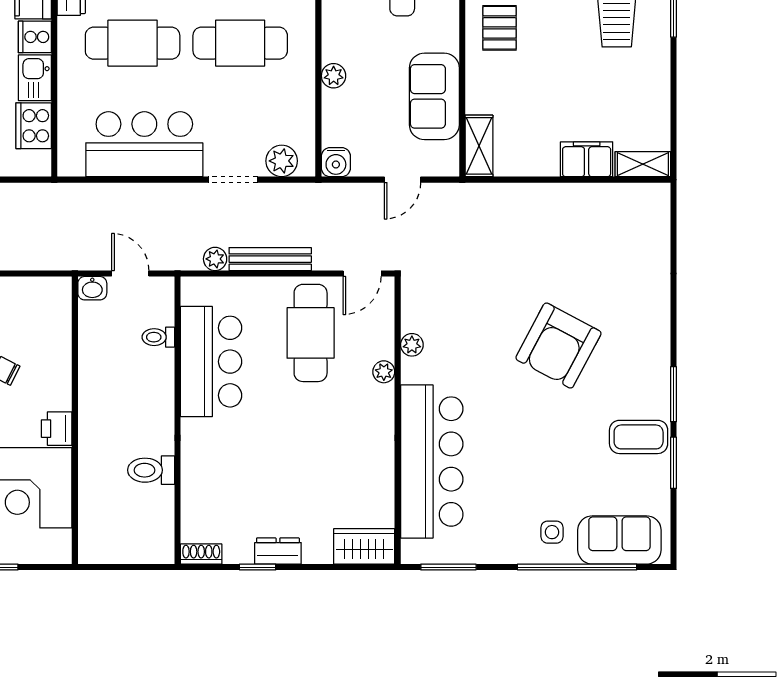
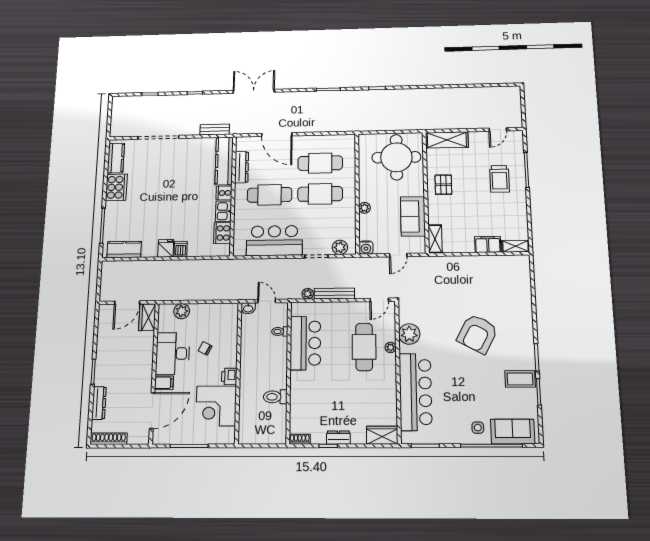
cafe table: (311, 333) -> (364, 347), moved
plant: (412, 345) -> (409, 334), width x1.87, depth x1.87

